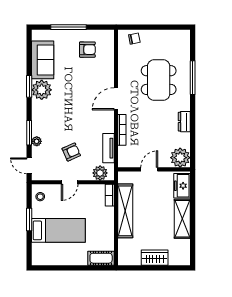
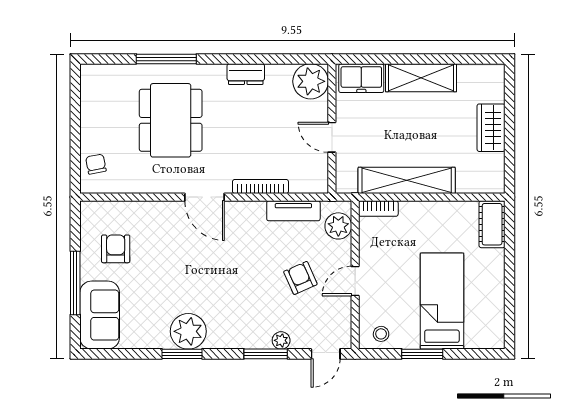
sofa: (43, 60) -> (100, 315), moved, turned 90
dining table: (159, 80) -> (171, 120), turned 90
door: (70, 182) -> (355, 281), swing flipped

